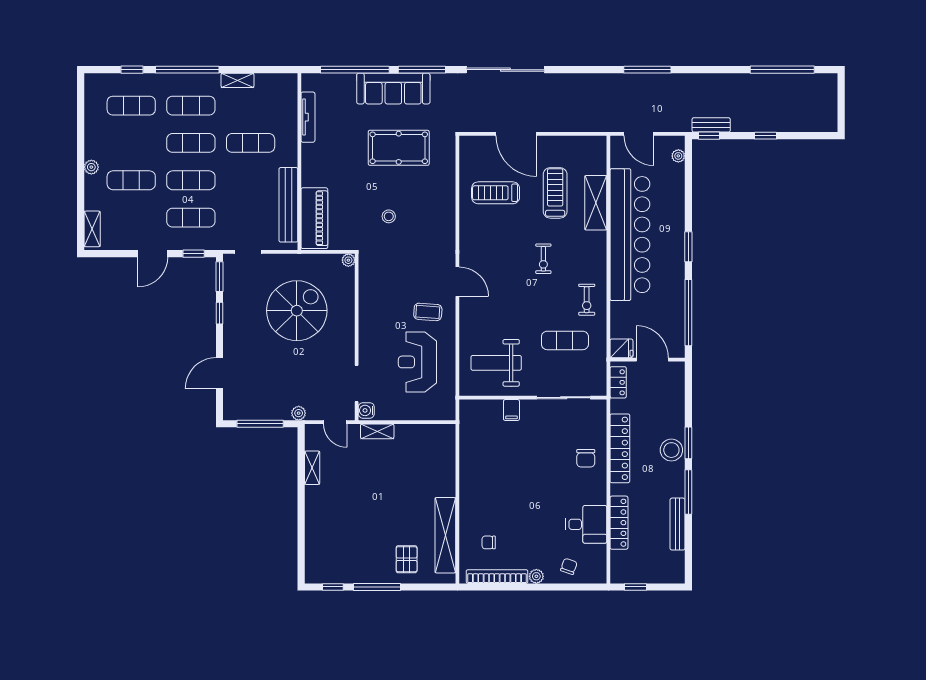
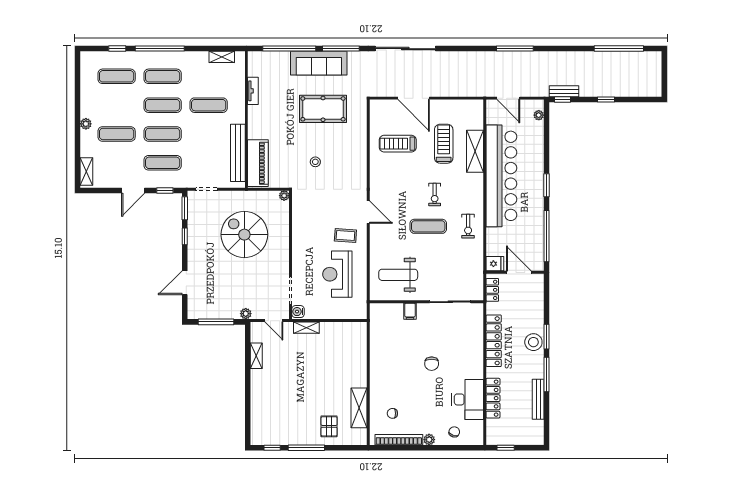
shelving: (237, 80) -> (222, 57), moved
tv unit: (308, 117) -> (253, 91), width x0.71
spiral stairs: (297, 311) -> (244, 235), turned -90
exercise mat: (565, 340) -> (428, 226), moved
chair: (586, 458) -> (432, 364), moved
desk: (586, 524) -> (468, 399), width x1.37
shelving: (445, 535) -> (359, 408), width x0.68

